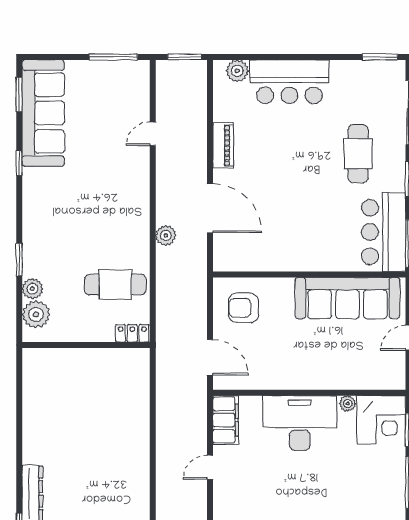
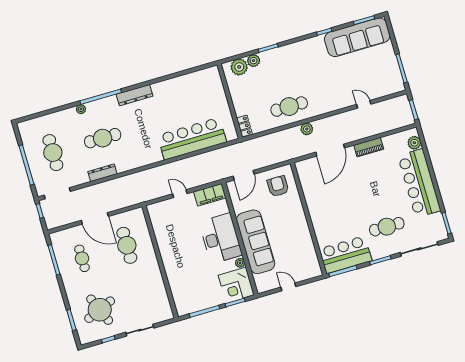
bar counter: (289, 82) -> (419, 183), width x1.36
cafe table: (115, 285) -> (289, 107), moved, turned 90
sofa: (347, 298) -> (256, 242), moved, turned 180
bar counter: (128, 423) -> (192, 139), added

